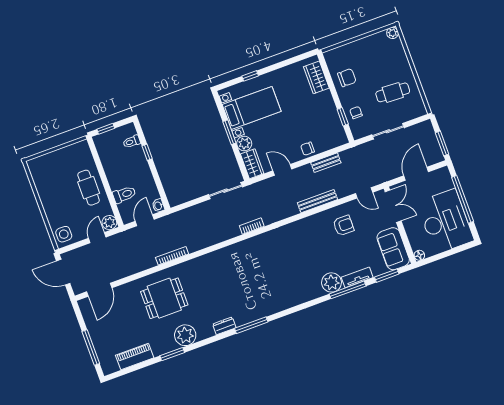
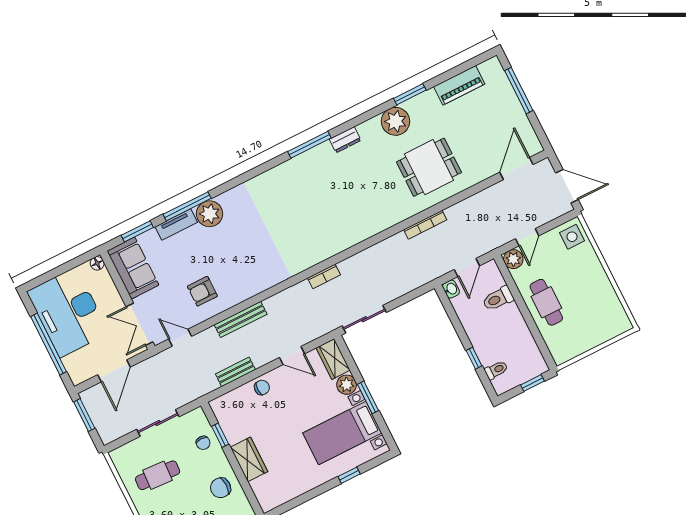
wardrobe: (316, 77) -> (249, 459), moved

